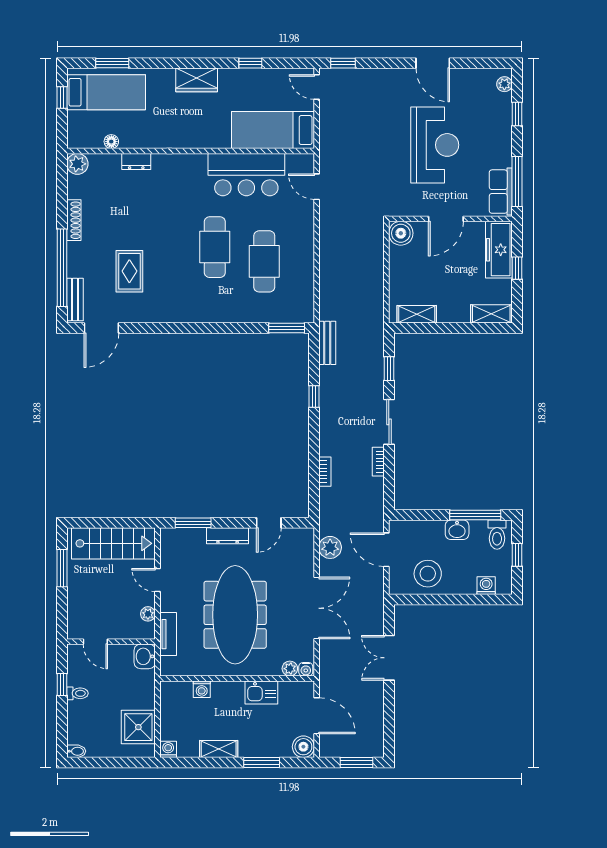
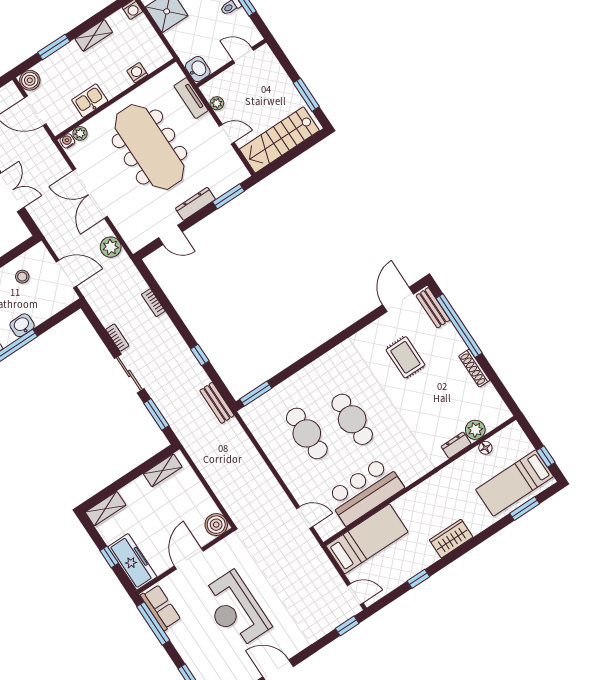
plant: (77, 164) -> (475, 430), moved
window: (389, 369) -> (156, 414), width x1.50
door: (269, 523) -> (170, 235), swing flipped
stool: (428, 574) -> (22, 277), width x0.53, depth x0.53

